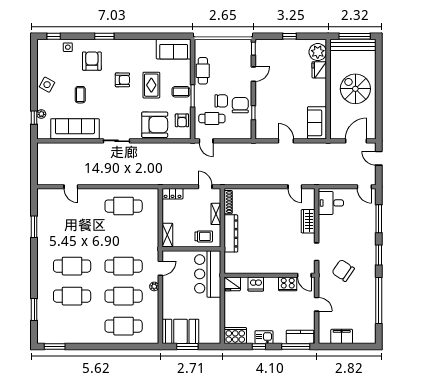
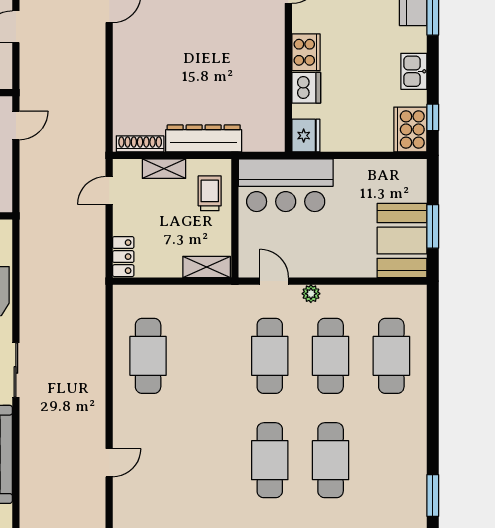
door: (206, 141) -> (16, 126), moved
cooker: (288, 284) -> (306, 52), moved
window: (259, 346) -> (433, 117), moved

